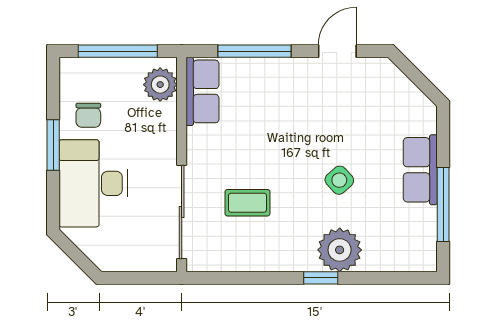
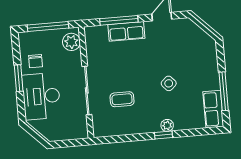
row of seats: (202, 91) -> (126, 31), moved, turned 90
row of seats: (420, 170) -> (213, 109), moved
sliding door: (182, 212) -> (87, 90), moved
plant: (340, 250) -> (167, 125), width x0.53, depth x0.53

